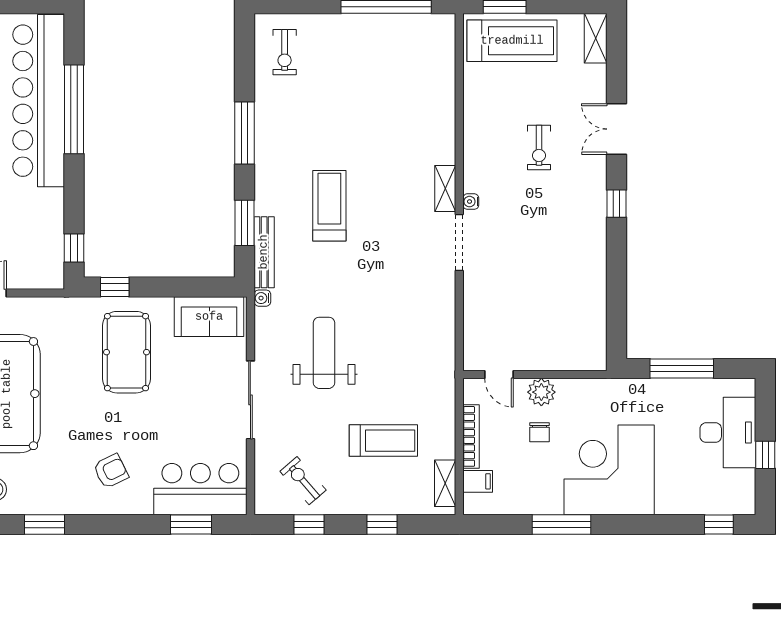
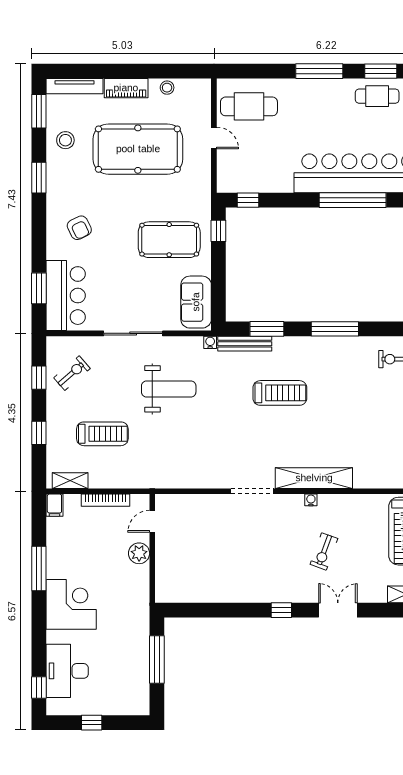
exercise bike: (539, 147) -> (324, 551), turned -70
shelving: (445, 188) -> (314, 478), width x2.20, depth x1.33
water cooler: (471, 202) -> (311, 500), moved
chair: (540, 432) -> (109, 552), removed
desk: (728, 433) -> (67, 671), moved, turned 90
treadmill: (383, 441) -> (102, 434), turned -90
corner desk: (609, 470) -> (71, 604), width x0.74, depth x0.74
filing cabinet: (478, 481) -> (54, 505), moved

